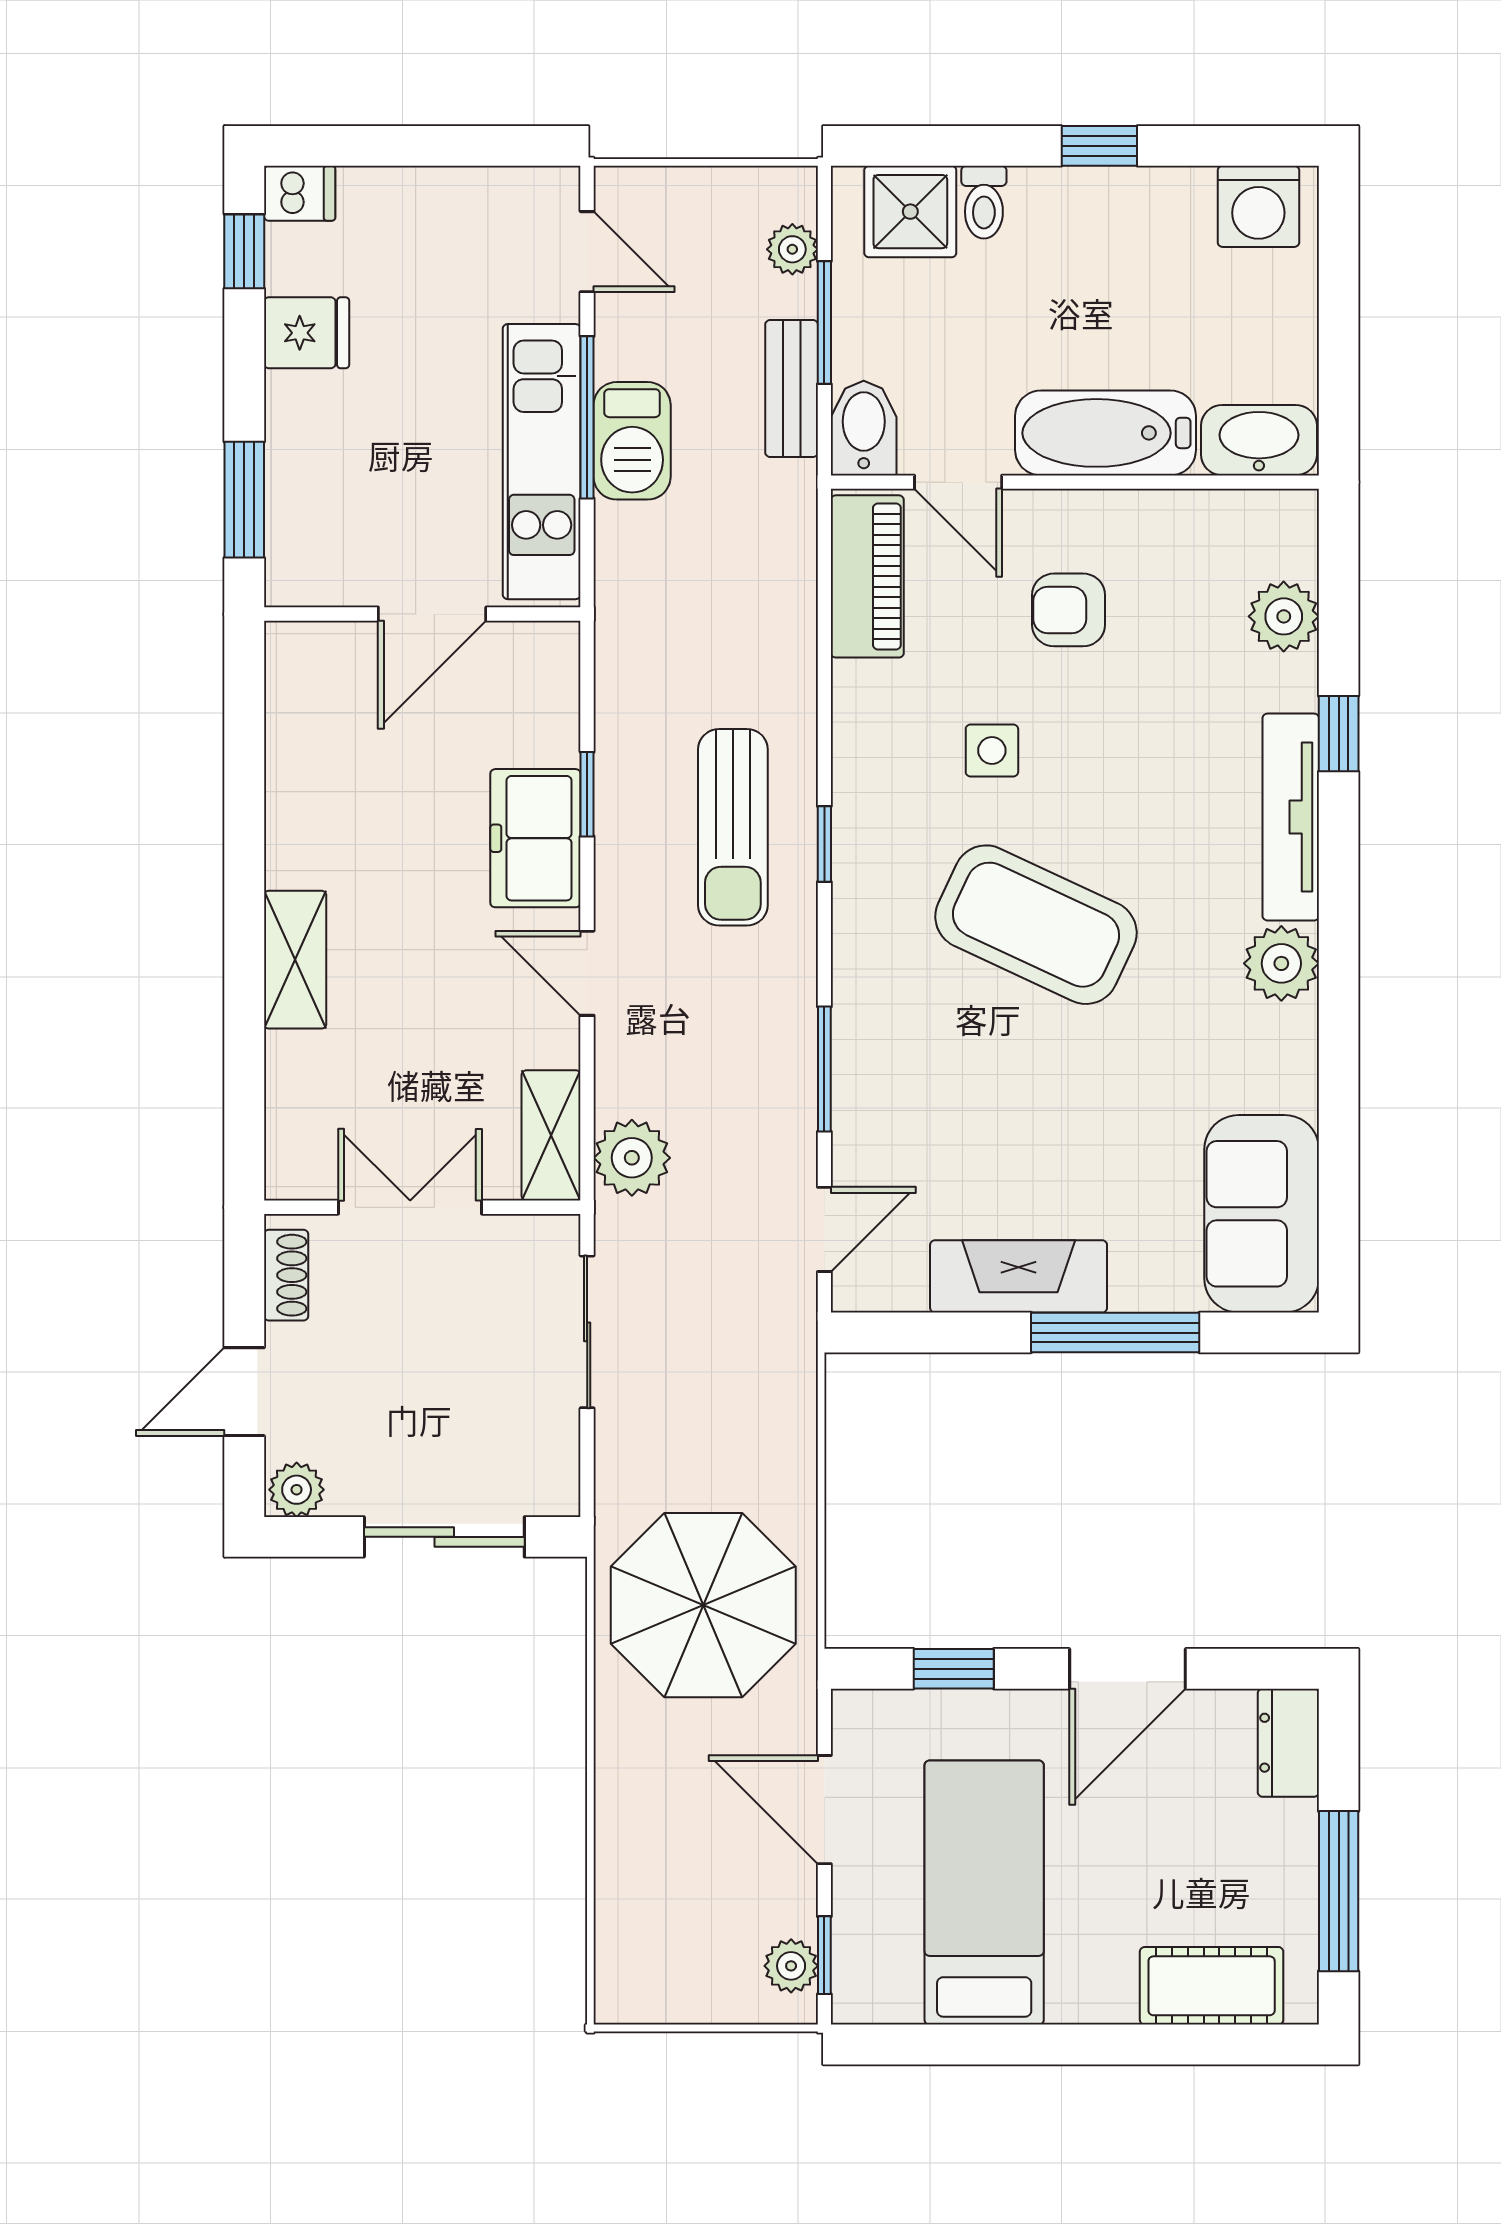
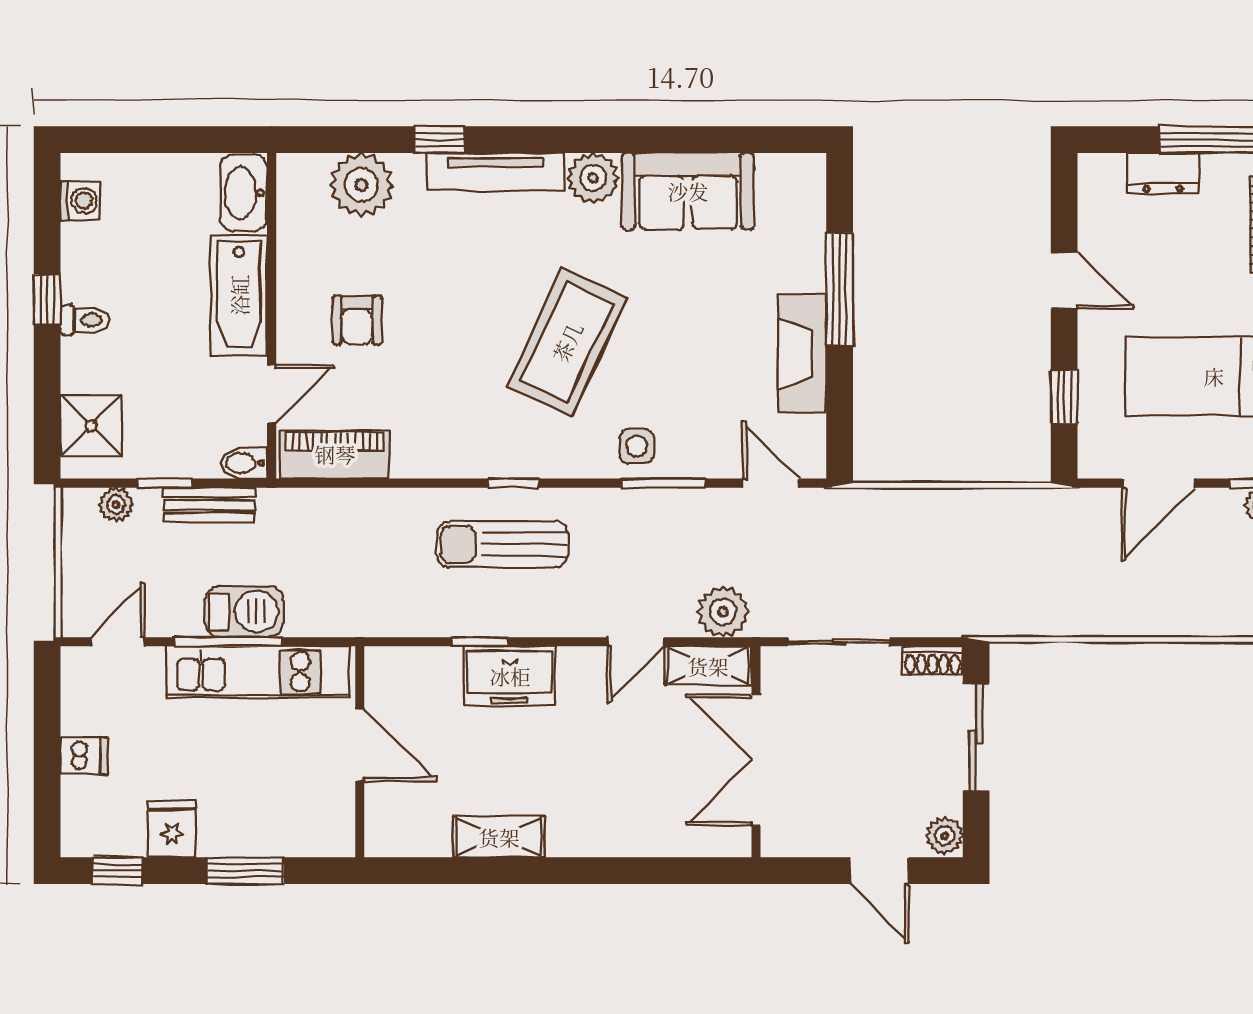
dishwasher: (300, 193) -> (84, 756), moved, turned 90
toilet: (984, 202) -> (85, 320), moved
washing machine: (1258, 206) -> (80, 201), width x0.73, depth x0.73
window: (824, 323) -> (165, 483), width x0.67
bidet: (864, 428) -> (244, 463), width x0.72, depth x0.74
window: (244, 500) -> (245, 871), moved
plant: (1284, 616) -> (361, 185), width x1.36, depth x1.36
side table: (992, 750) -> (637, 446), moved
sun lounger: (733, 827) -> (502, 544), turned 180
shelving: (295, 960) -> (499, 837), moved
door: (587, 973) -> (635, 642), moved
double door: (410, 1207) -> (756, 760), width x1.37
sofa: (1262, 1214) -> (688, 191), moved
shoe rack: (286, 1275) -> (933, 661), moved, turned 180
parasol: (703, 1605) -> (1022, 564), removed
door: (1128, 1669) -> (1064, 281), width x0.73
dresser: (1288, 1743) -> (1163, 173), moved

